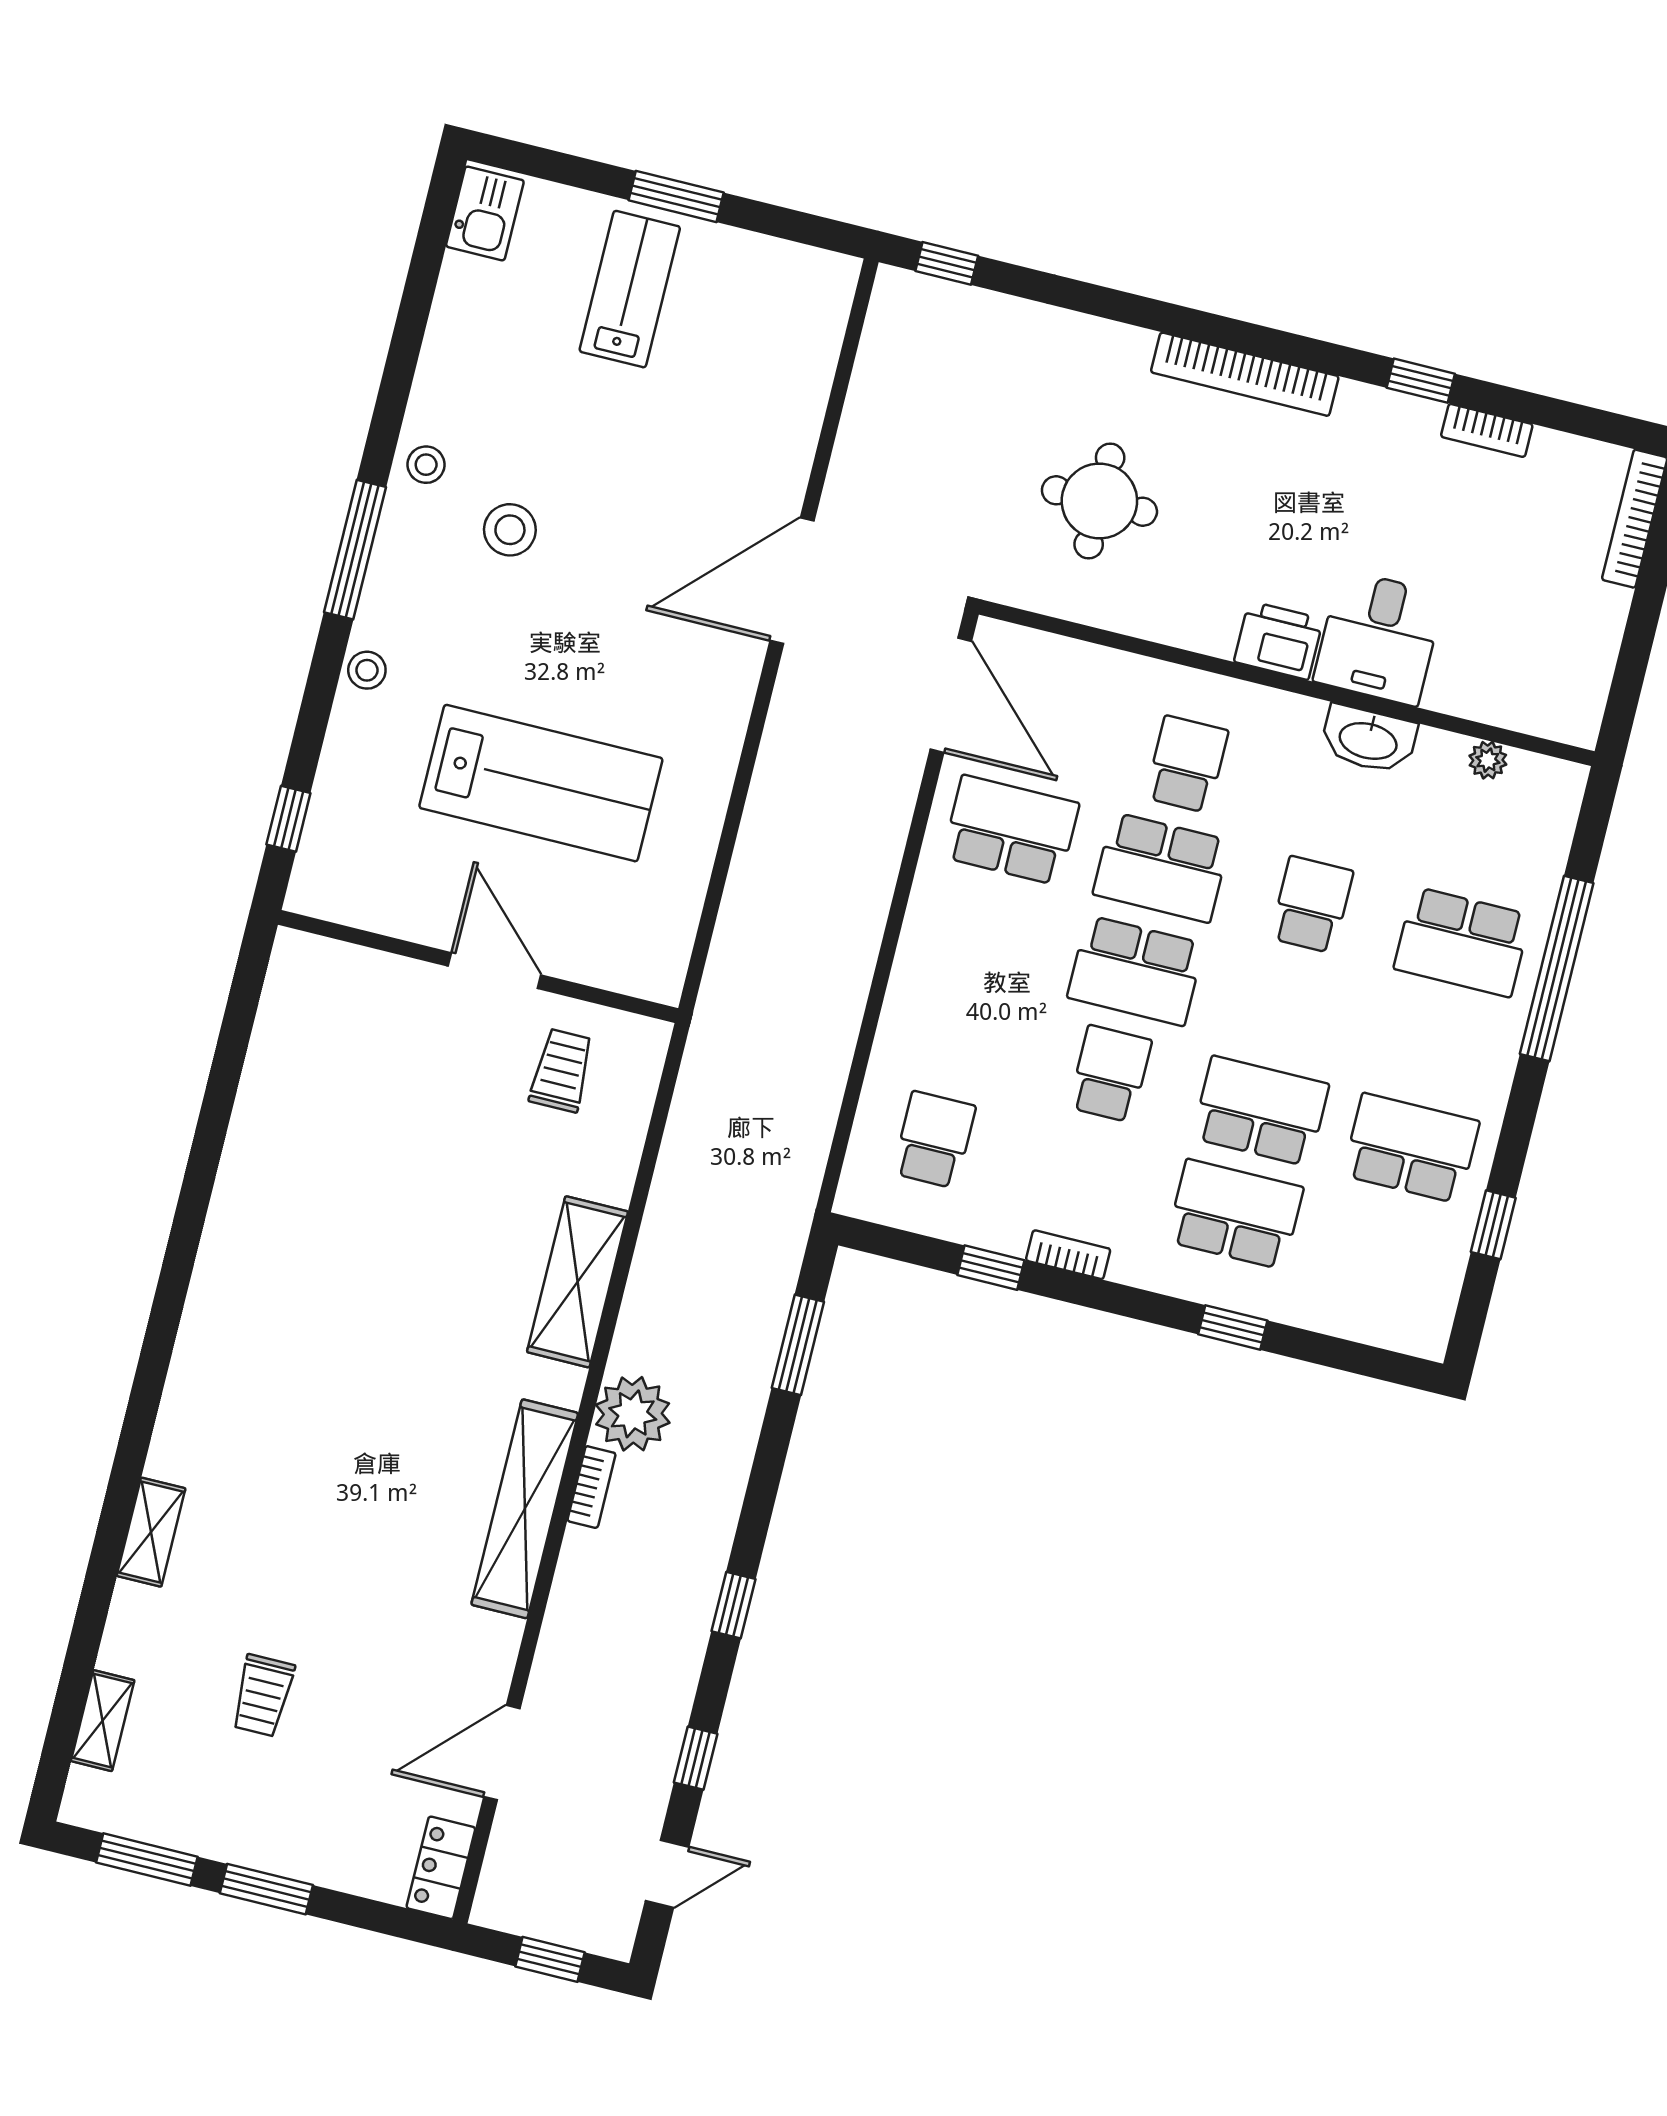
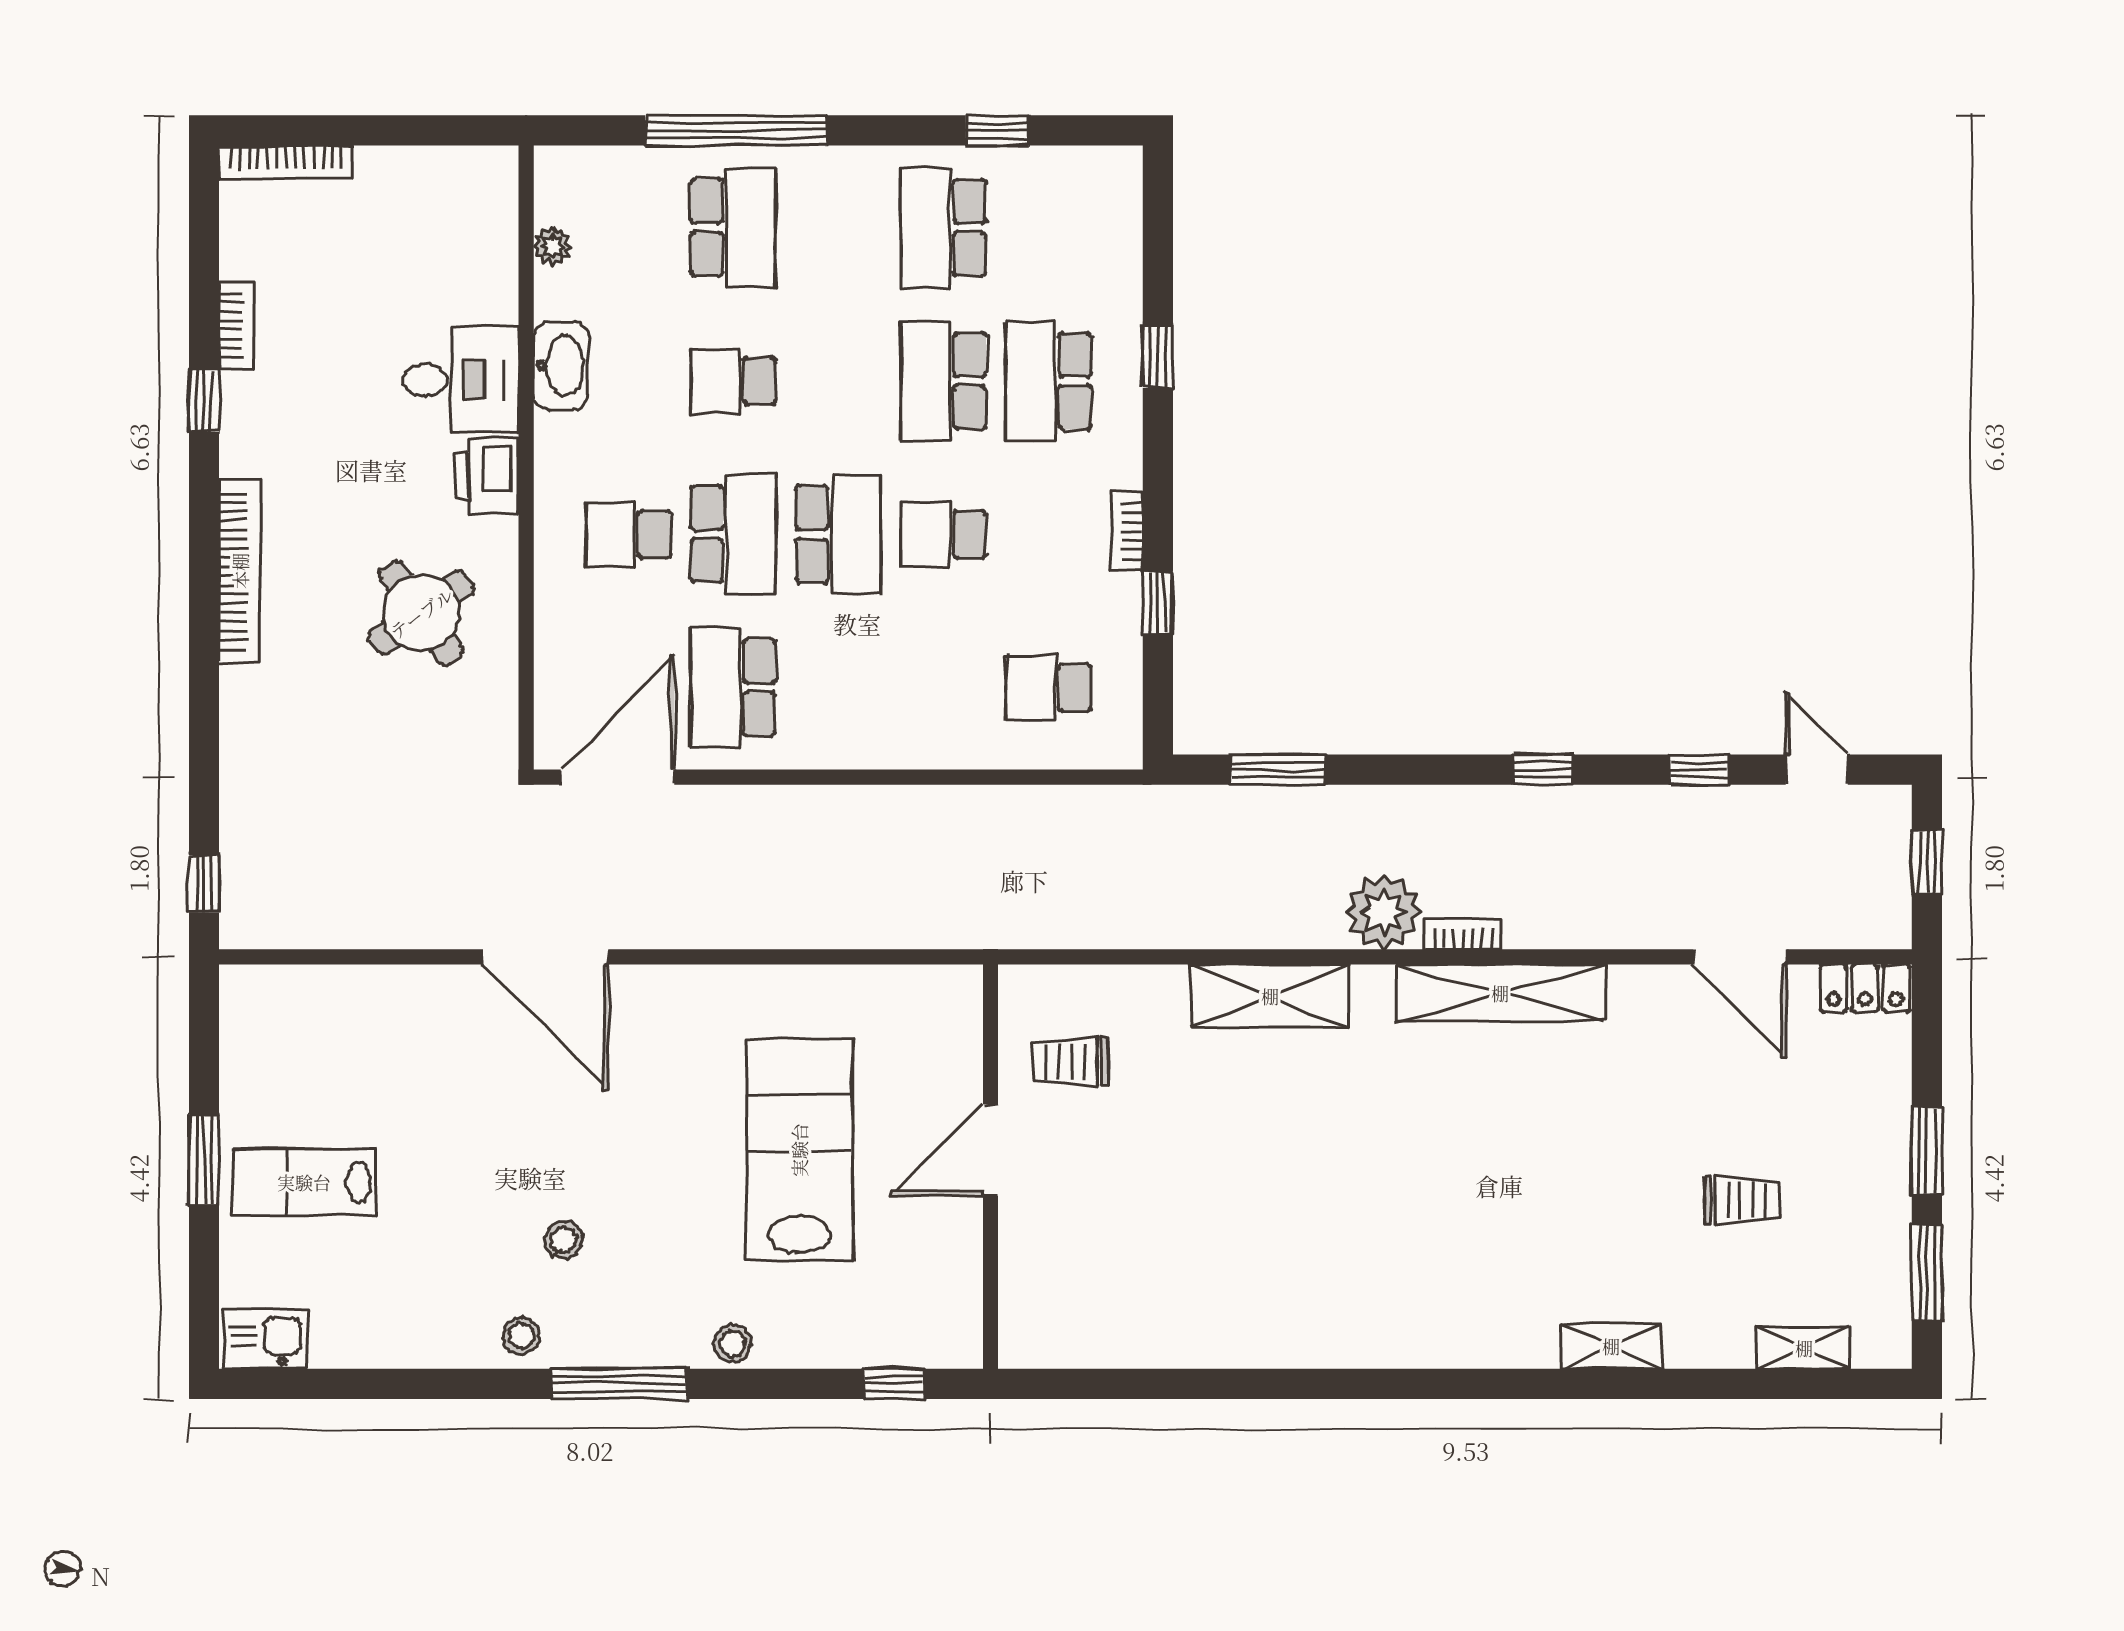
round table: (1099, 501) -> (421, 613), moved, turned -35
stool: (510, 530) -> (564, 1240), width x0.73, depth x0.73

